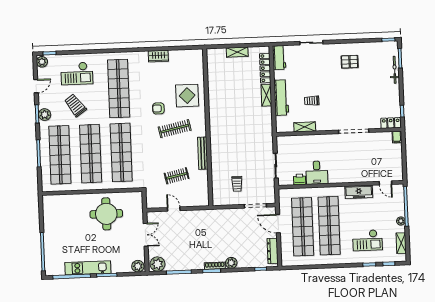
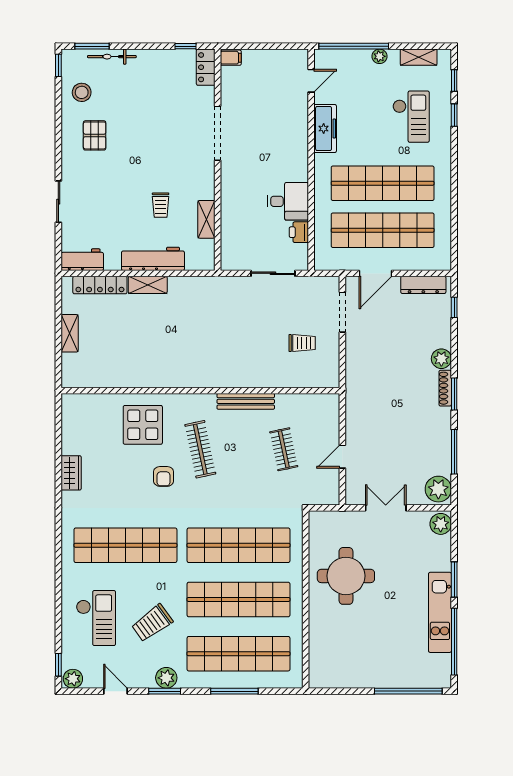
stool: (374, 53) -> (82, 92), added

